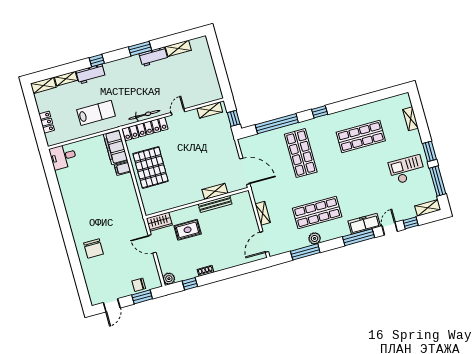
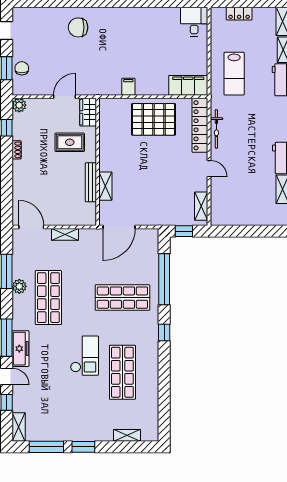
filing cabinet: (123, 168) -> (128, 87), moved
checkout: (407, 170) -> (84, 356), moved
rug: (188, 230) -> (70, 142), turned 90

